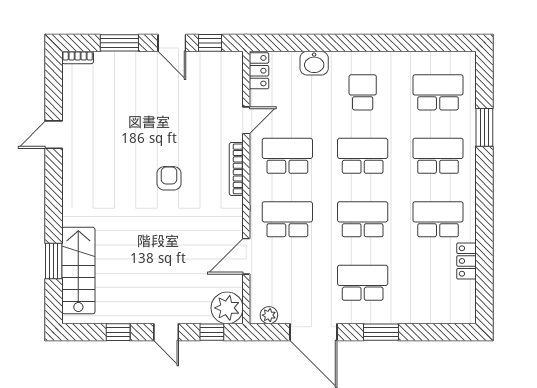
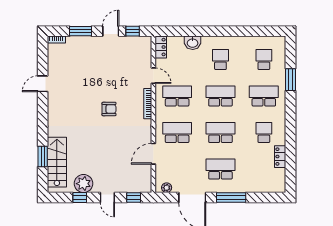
door: (172, 43) -> (111, 31), swing flipped
school desk: (438, 92) -> (264, 59), width x0.54
door: (246, 120) -> (153, 76), hinge flipped
armchair: (169, 178) -> (109, 109), turned 90
school desk: (438, 219) -> (264, 133), width x0.54
plant: (227, 308) -> (84, 184), moved
window: (381, 332) -> (231, 197), width x1.44

